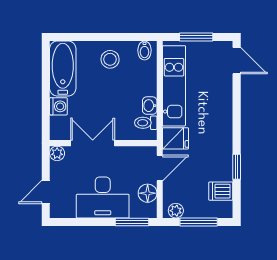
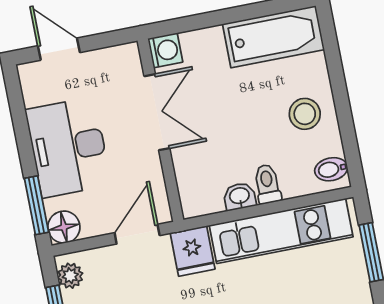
washing machine: (58, 106) -> (165, 50), moved, turned -90
toilet: (146, 123) -> (267, 184), moved
plant: (57, 153) -> (128, 55), removed
door: (160, 168) -> (137, 234), swing flipped
floor lamp: (148, 193) -> (64, 227), moved

